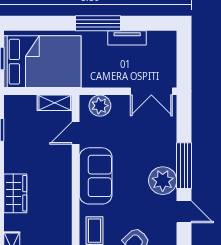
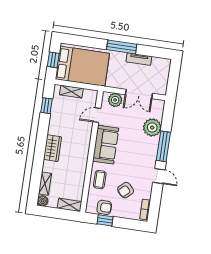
double door: (151, 91) -> (139, 94), moved
shelving: (55, 103) -> (71, 92), moved
plant: (163, 181) -> (152, 127), moved

